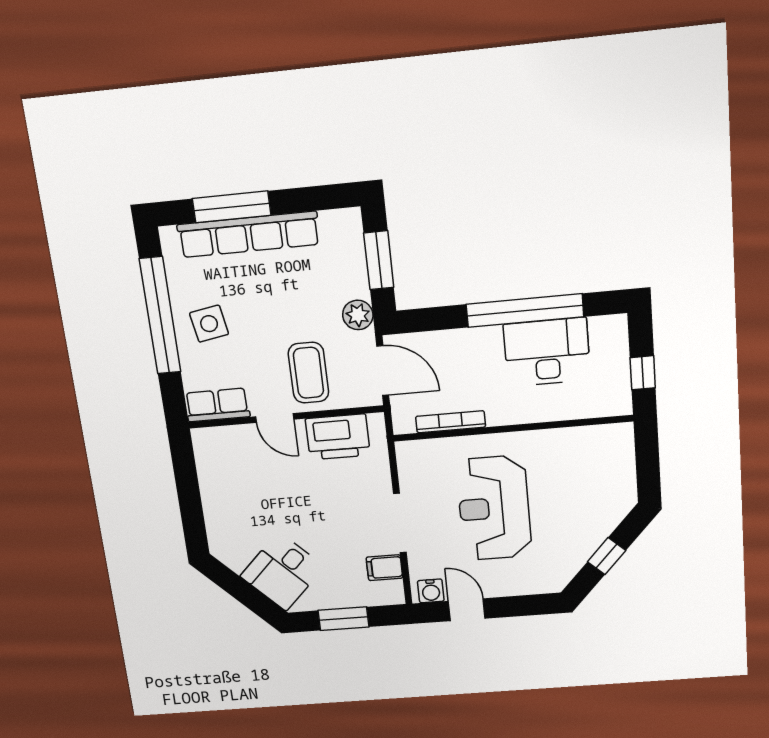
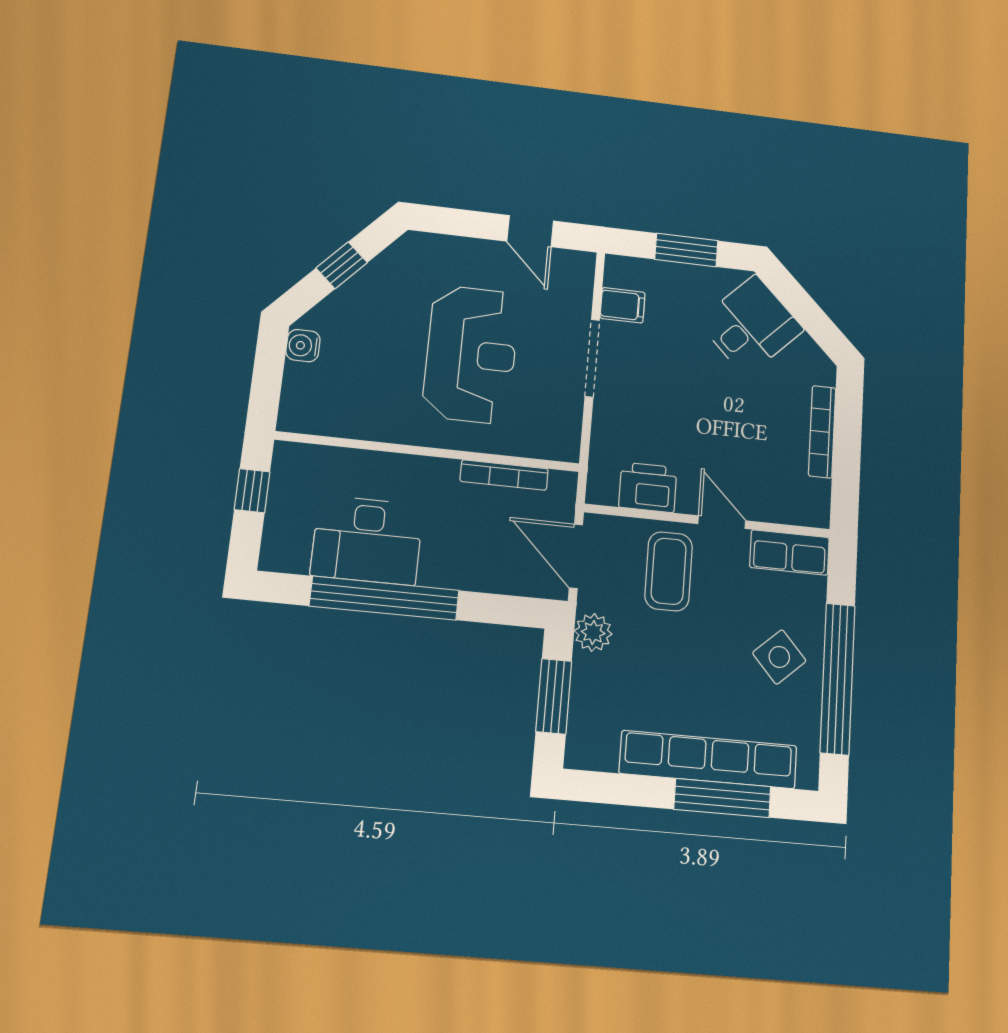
side table: (209, 324) -> (779, 657), turned -32
printer: (338, 437) -> (648, 487), width x0.73, depth x0.84
bookcase: (211, 502) -> (822, 432), added
water cooler: (431, 591) -> (303, 346), moved, turned -90

